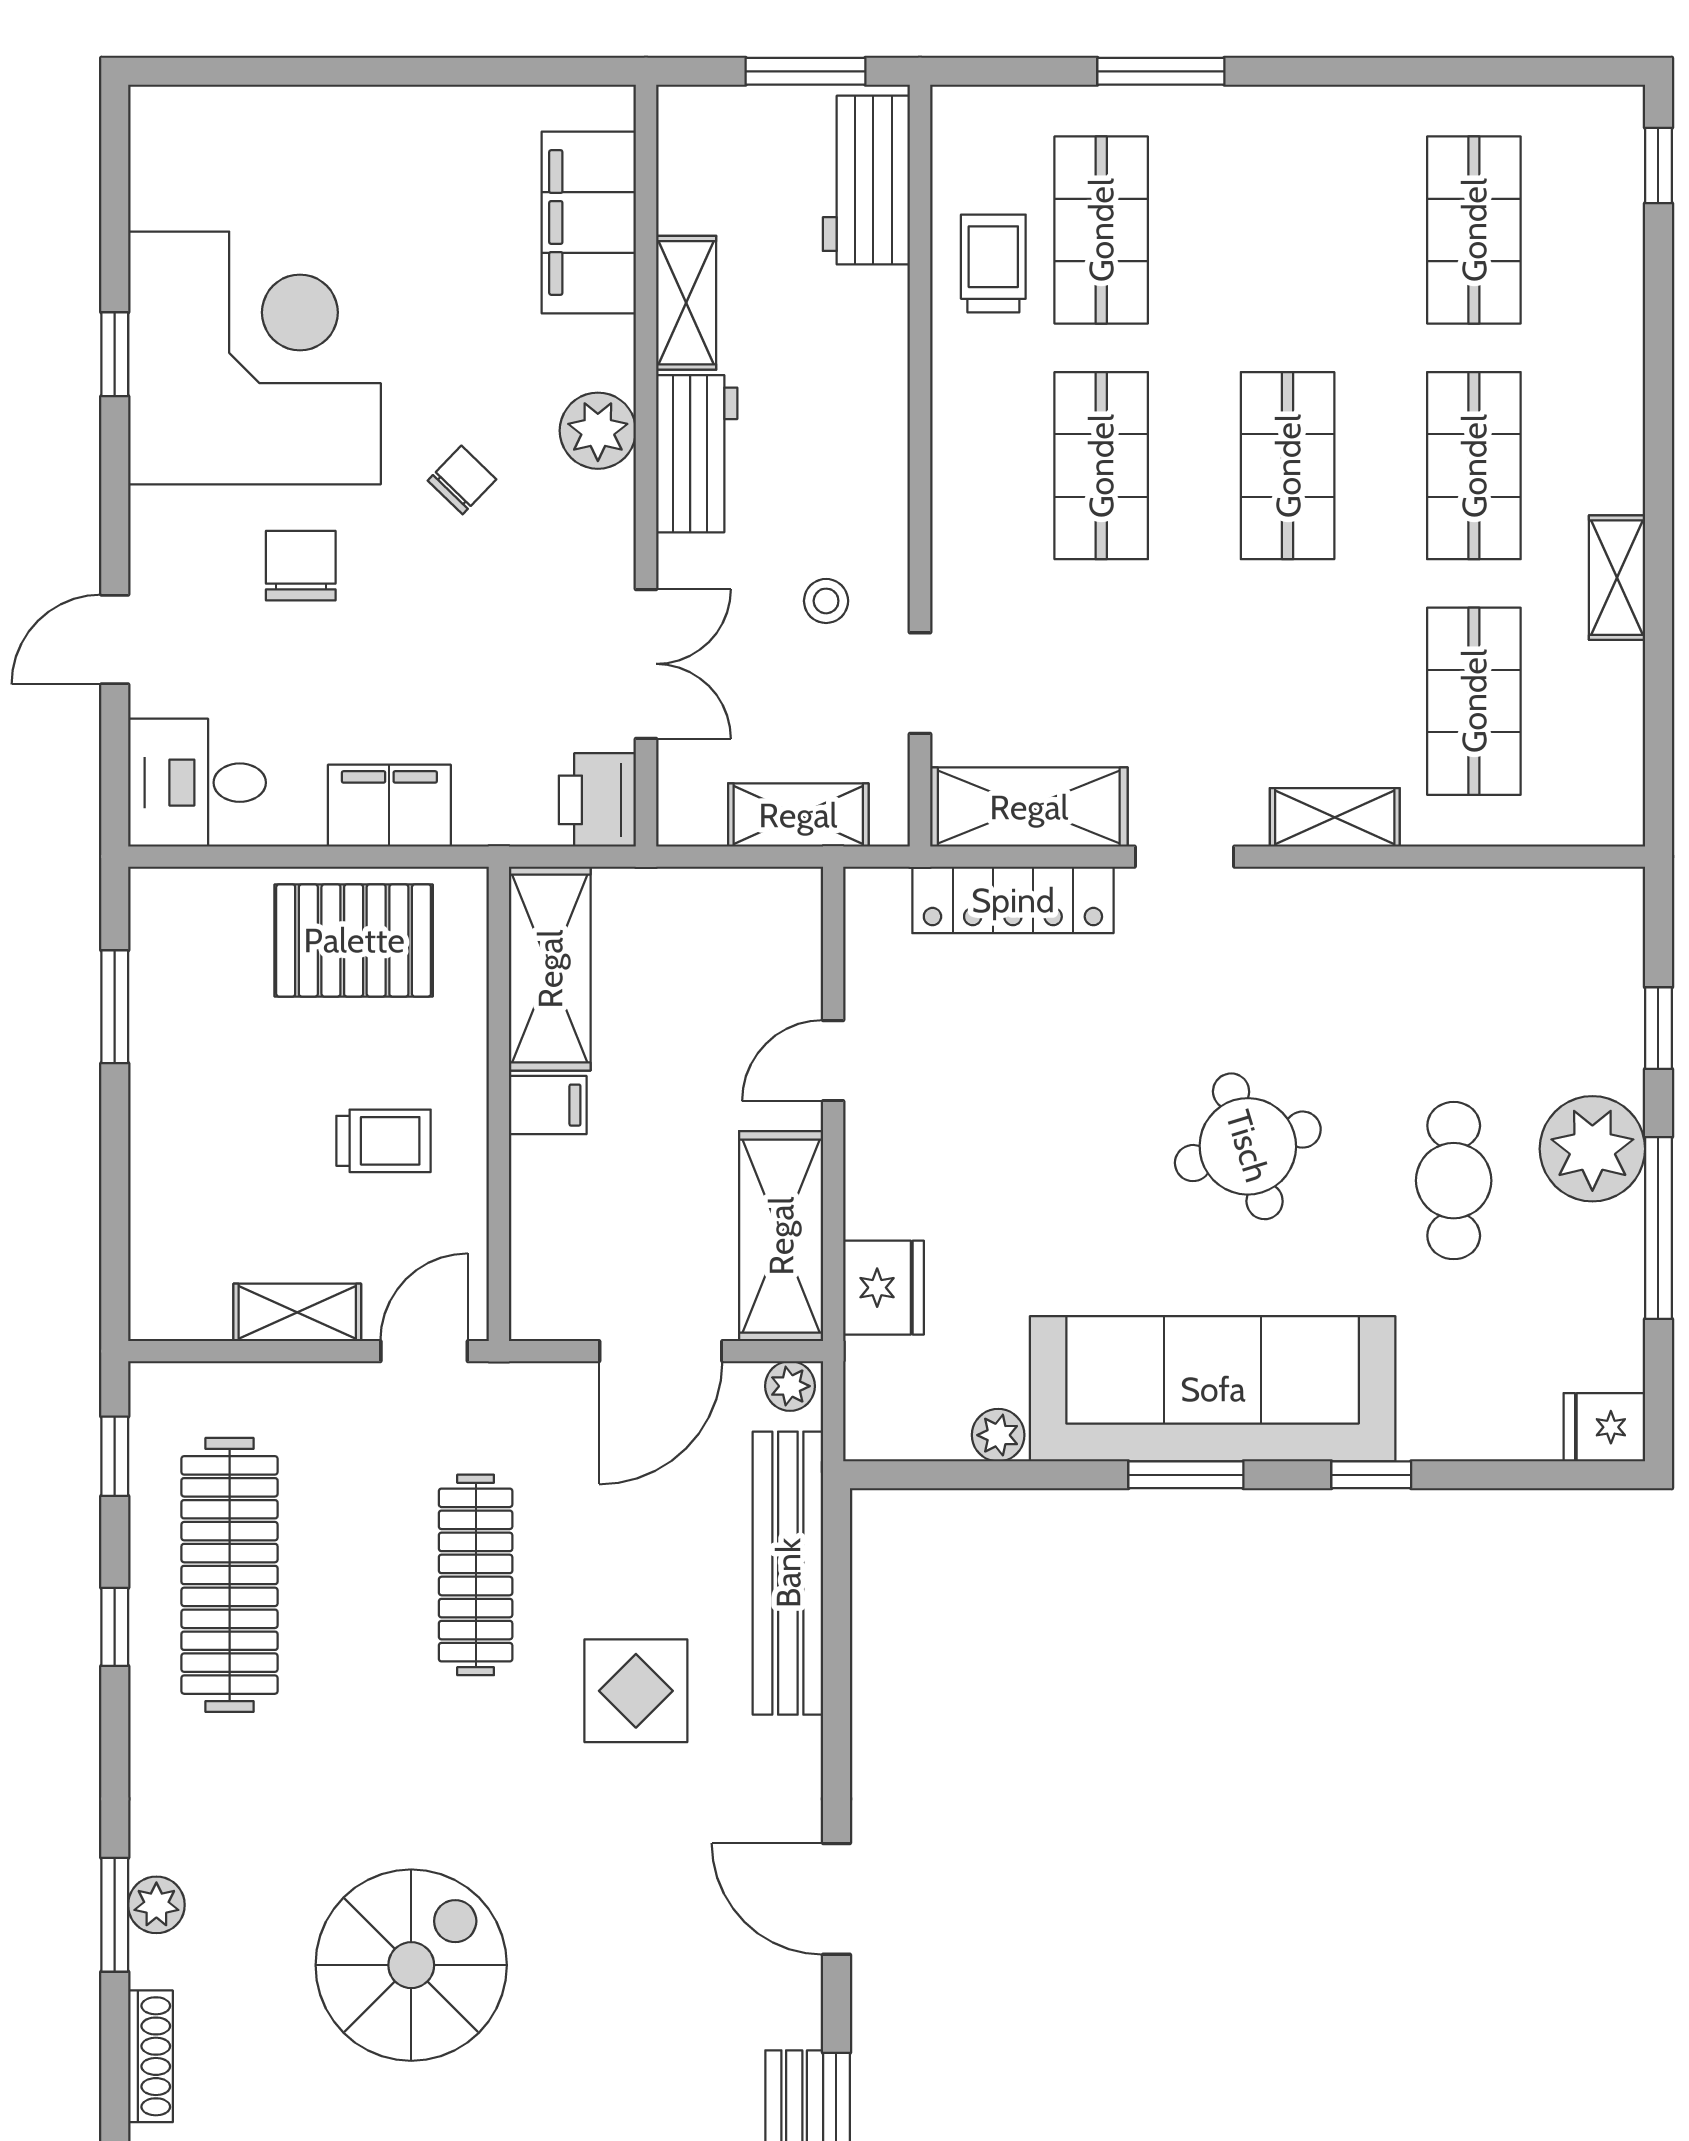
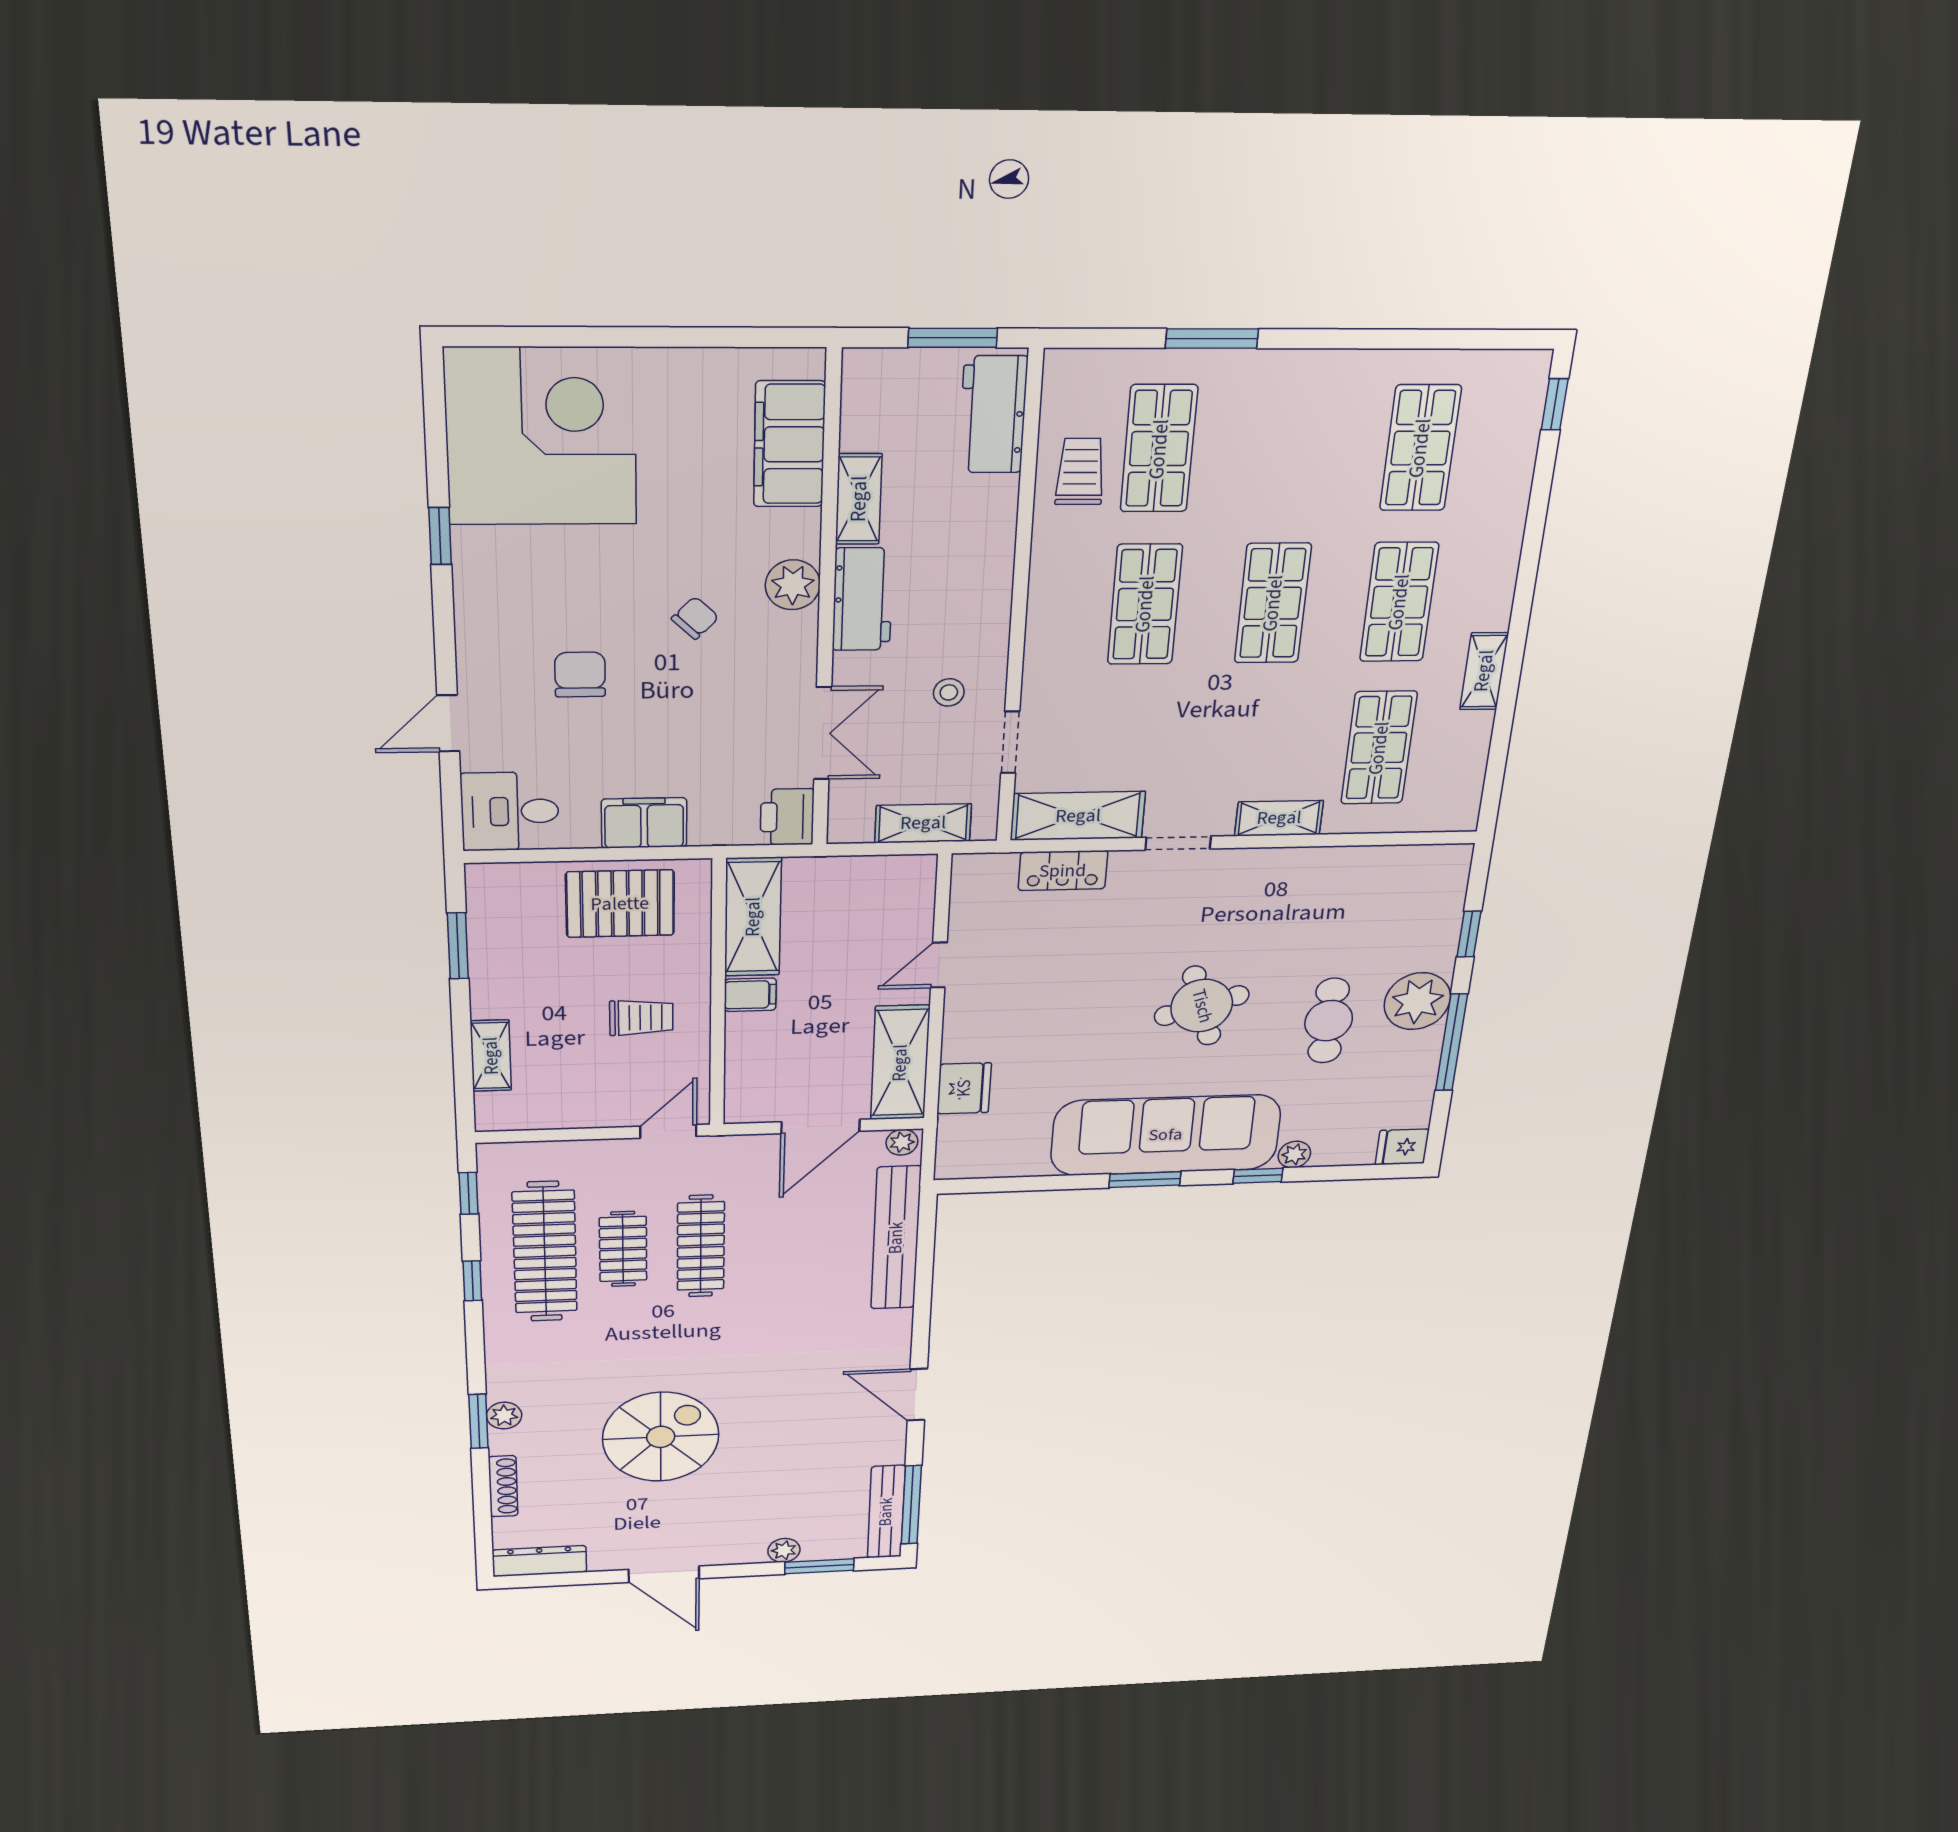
corner desk: (254, 358) -> (541, 437), moved
locker: (1013, 900) -> (1063, 871), width x0.66
shelving: (297, 1312) -> (491, 1056), moved, turned 90
plant: (998, 1435) -> (1294, 1155), moved
clothes rail: (353, 1575) -> (623, 1249), added
display table: (636, 1691) -> (800, 1300), removed

